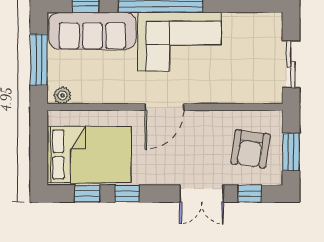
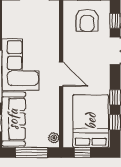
window: (39, 141) -> (82, 152), added
armchair: (250, 149) -> (87, 20), turned 82

